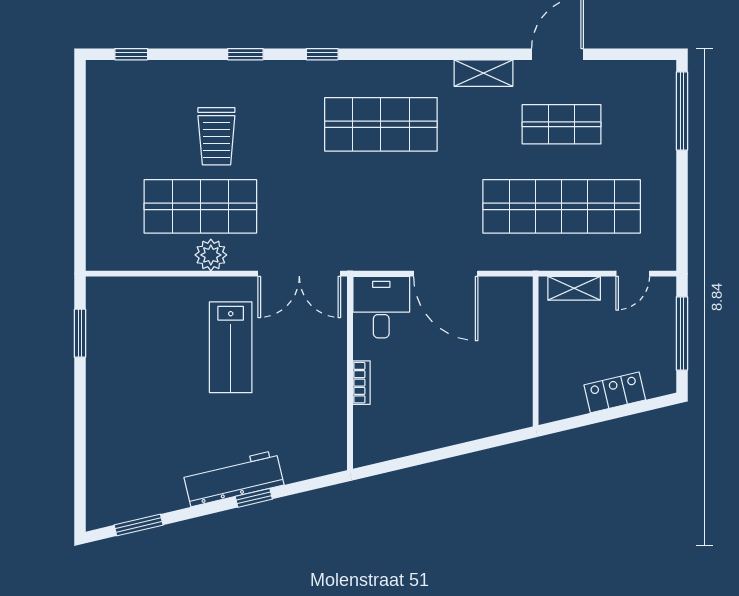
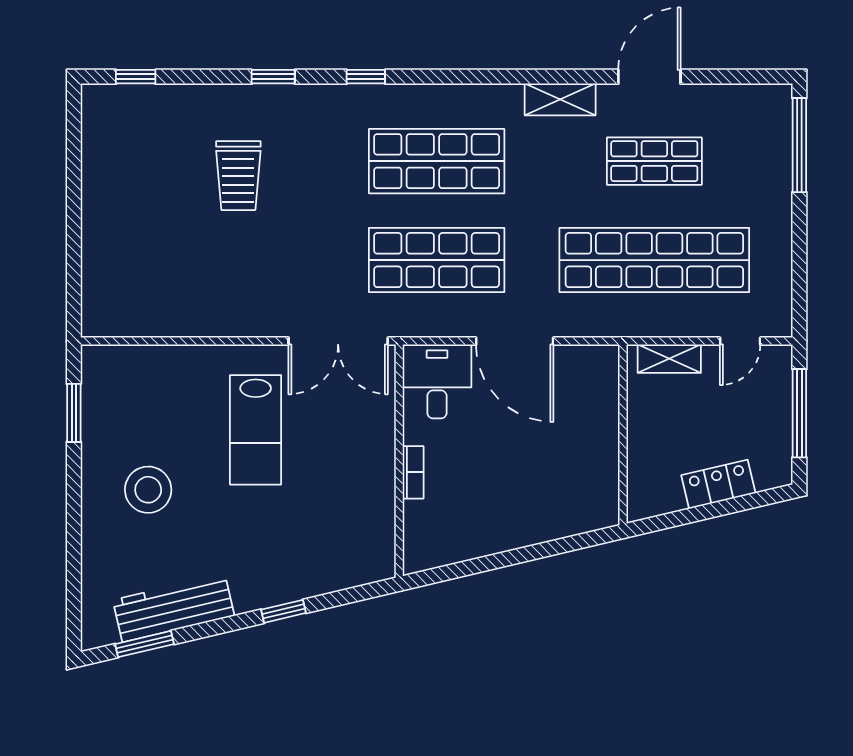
shop shelf: (200, 206) -> (437, 260), moved
plant: (211, 255) -> (232, 319), removed
stool: (142, 397) -> (148, 490), added
workbench: (233, 478) -> (174, 608), moved

